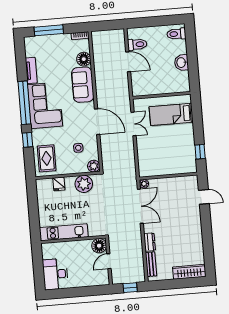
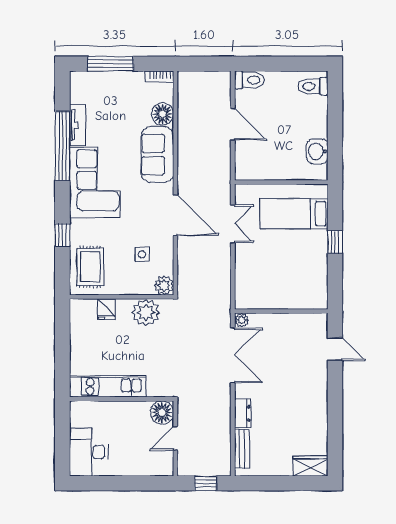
toilet: (137, 44) -> (250, 80), moved
washbasin: (181, 63) -> (317, 151), moved
window: (24, 103) -> (62, 146), moved
window: (200, 152) -> (335, 242), moved
wardrobe: (189, 272) -> (310, 466), width x0.67

